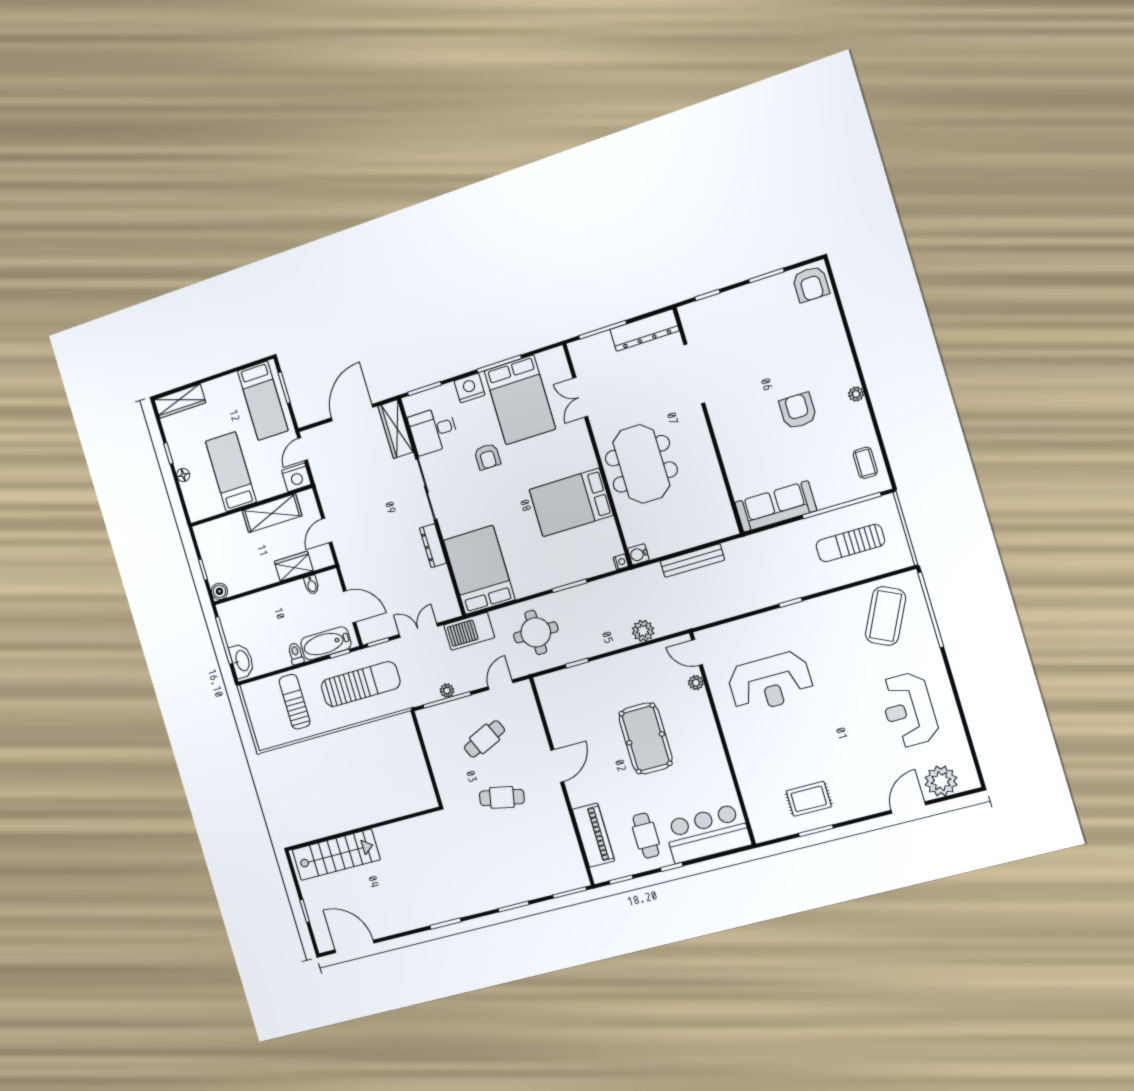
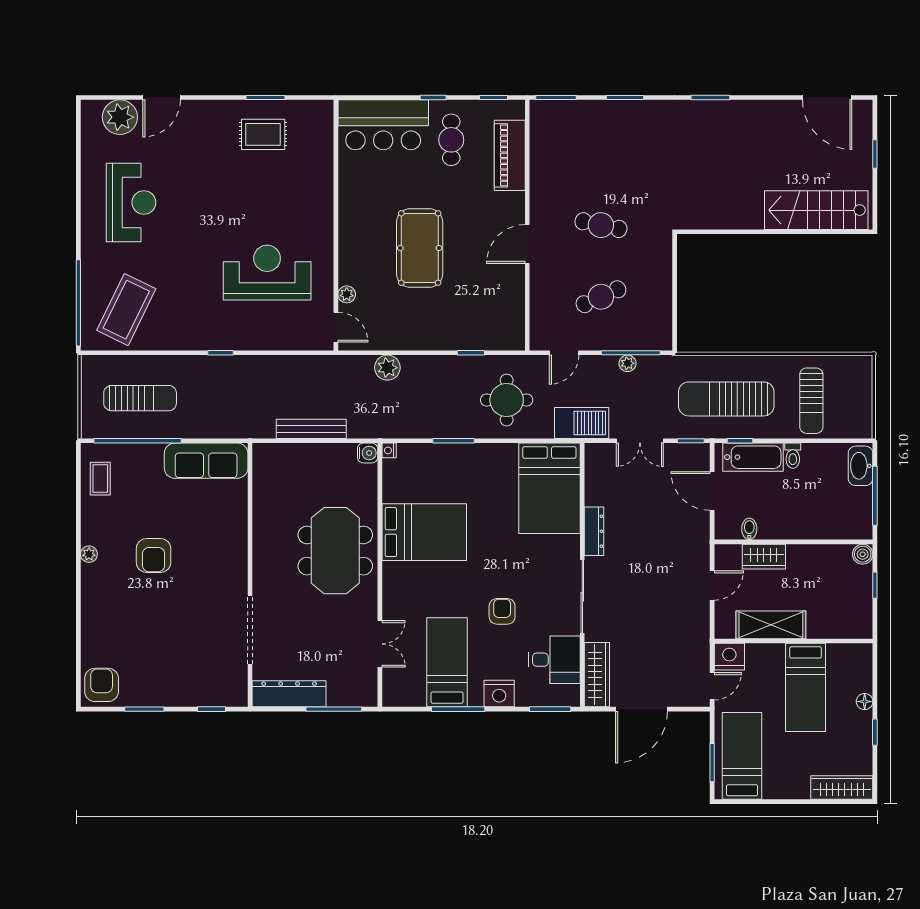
bed: (520, 400) -> (447, 662), width x0.67

